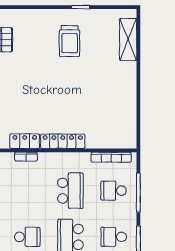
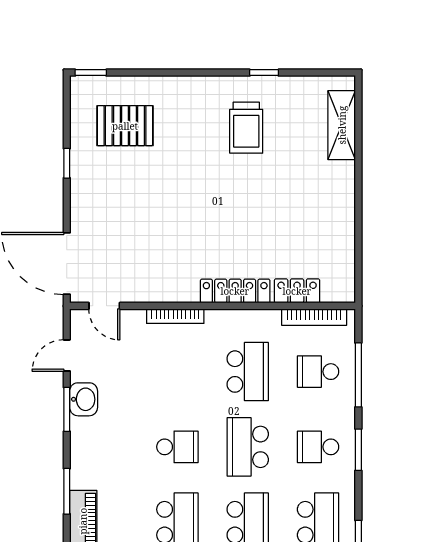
locker: (25, 141) -> (297, 291), moved
bookcase: (26, 157) -> (175, 316), width x1.56

